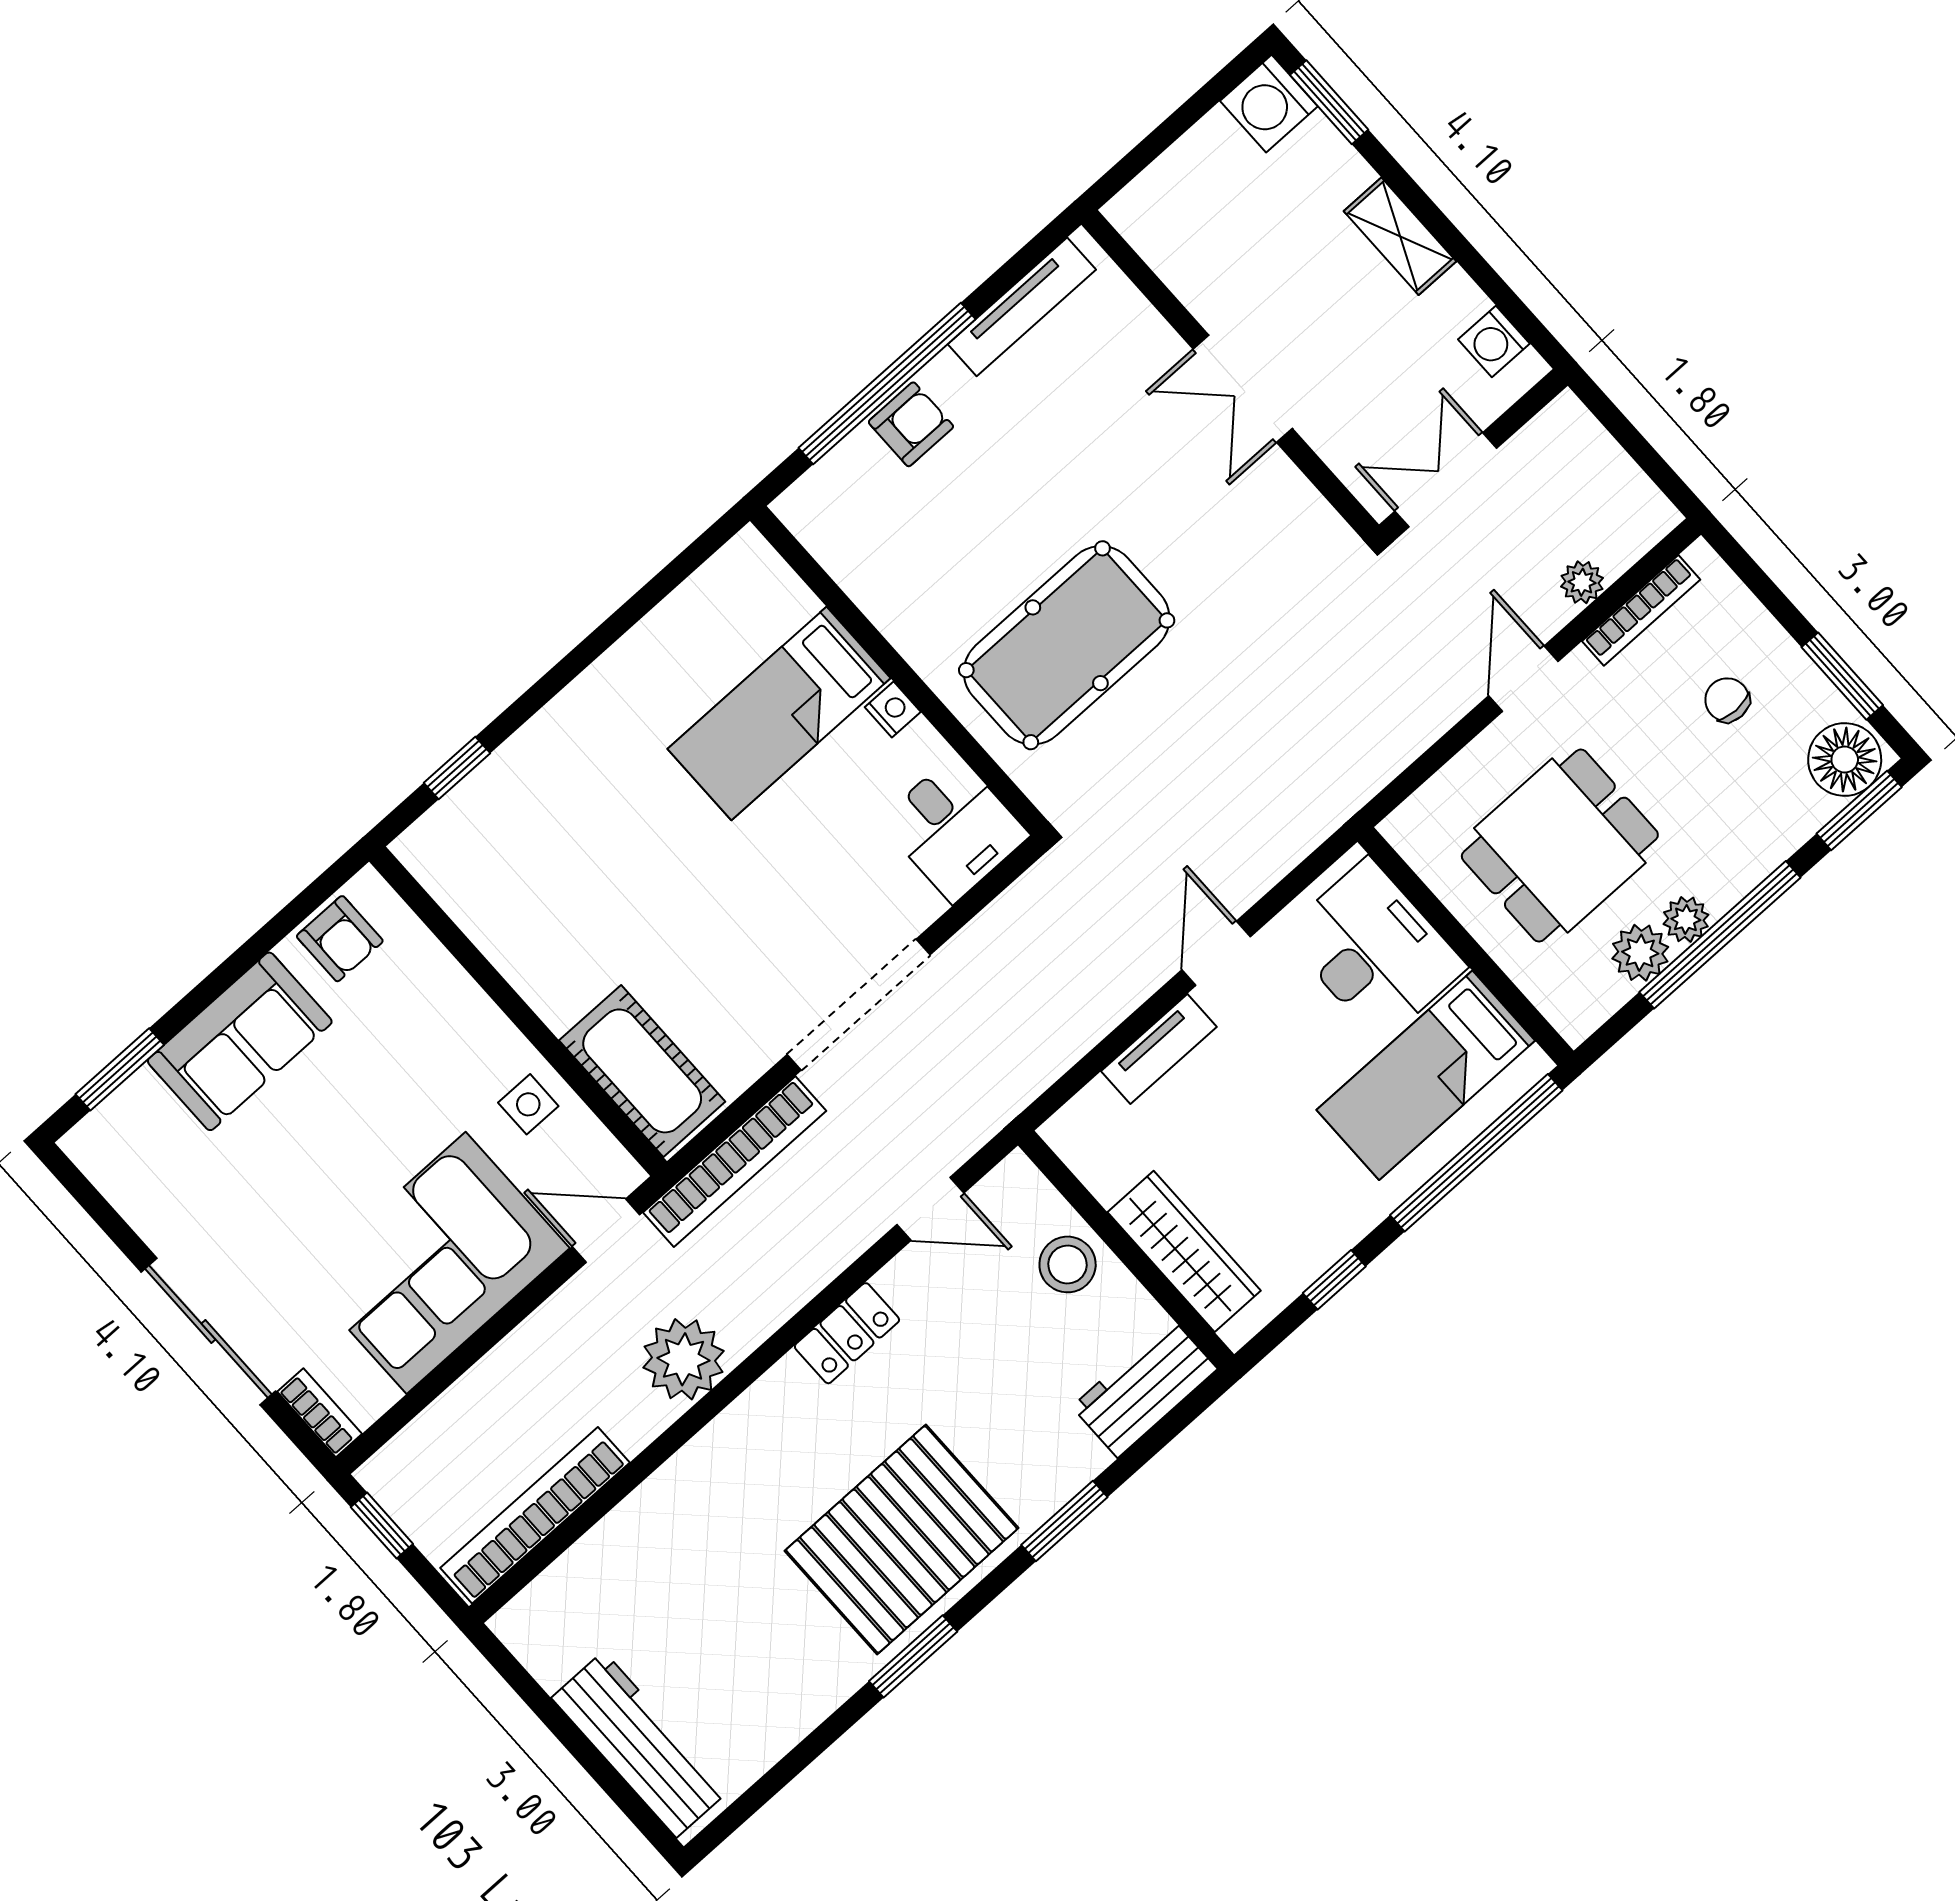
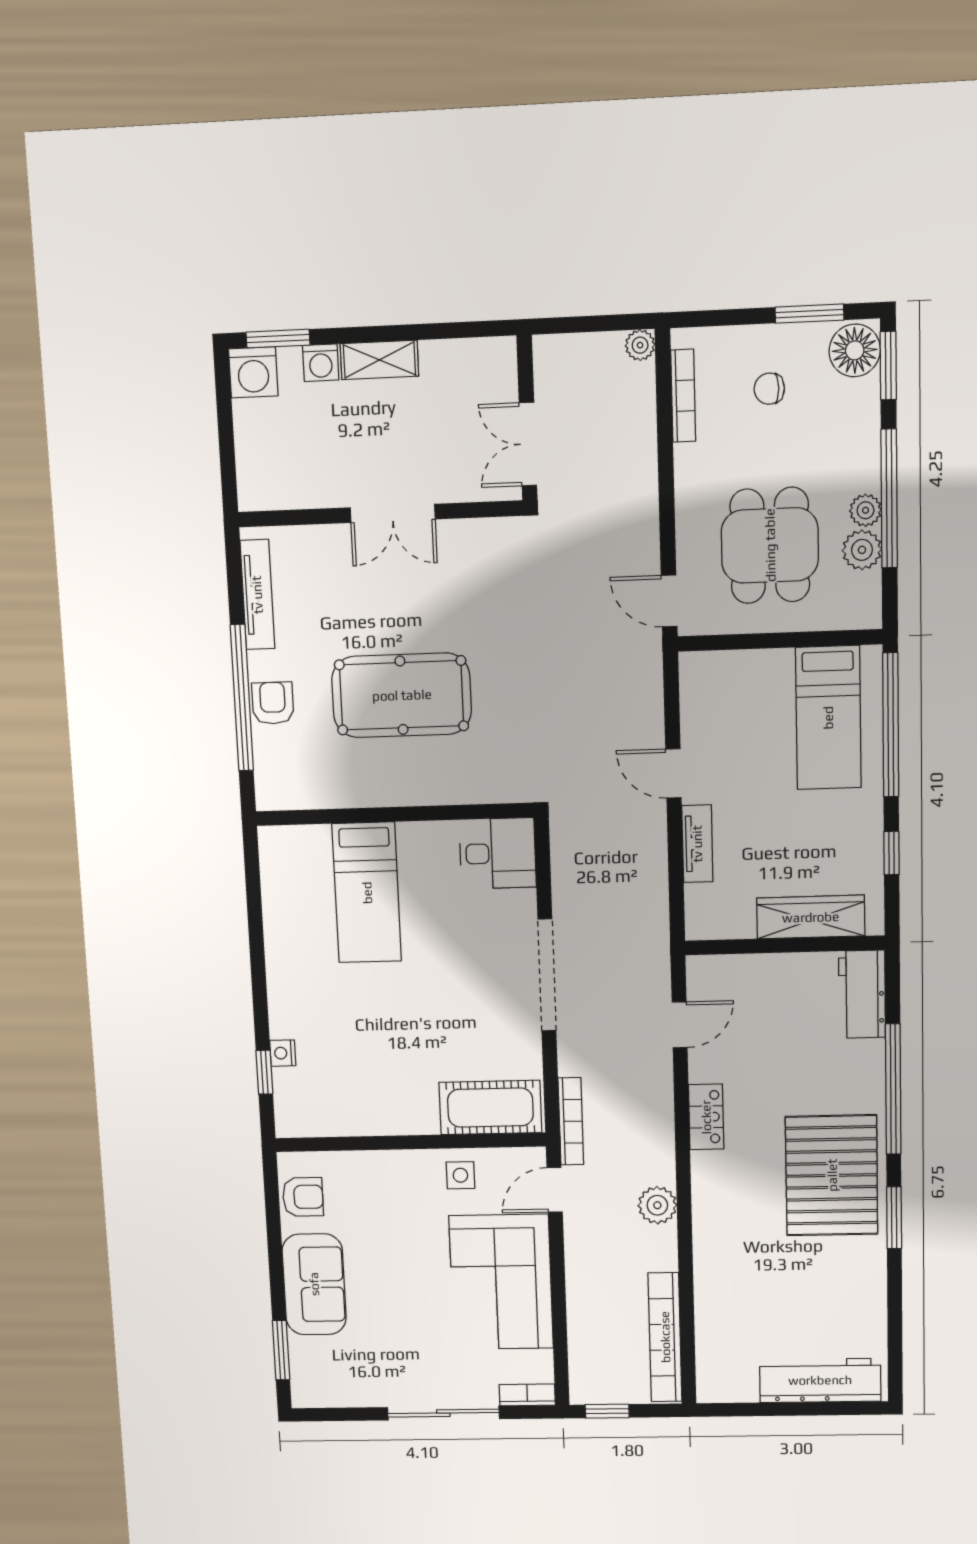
washing machine: (1494, 341) -> (321, 363), moved
plant: (1582, 582) -> (640, 345), moved
pool table: (1067, 645) -> (402, 695), moved, turned 90
door: (1523, 679) -> (669, 601), moved
nightstand: (893, 710) -> (283, 1053), moved, turned -90
desk: (1374, 950) -> (741, 690), removed
bookcase: (735, 1162) -> (571, 1121), width x0.68, depth x0.76
stool: (1068, 1264) -> (766, 981), removed
plant: (684, 1359) -> (657, 1205), width x0.73, depth x0.73
window: (1064, 1521) -> (893, 1089), width x2.11

